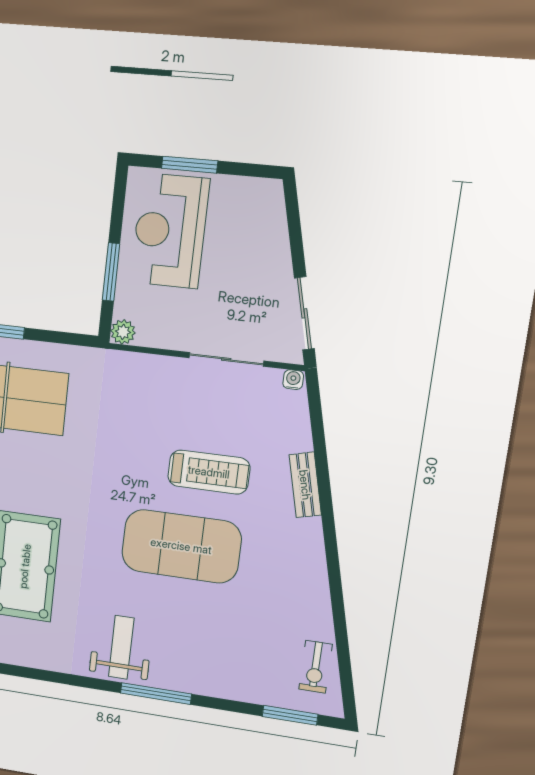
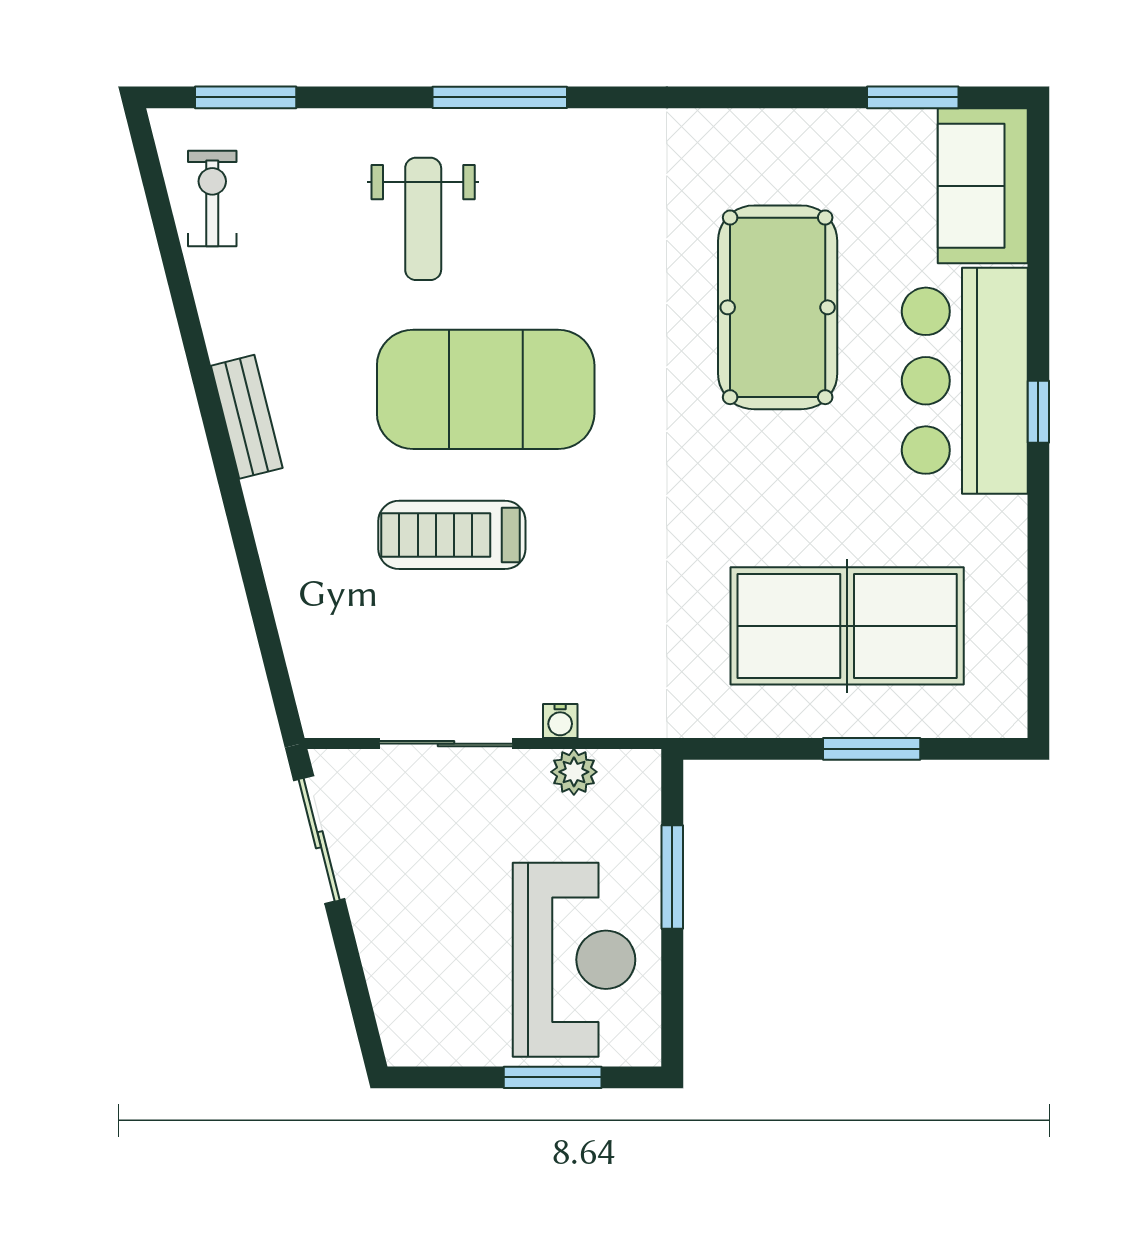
plant: (123, 332) -> (574, 772), moved
water cooler: (293, 380) -> (560, 721), moved
bench: (305, 485) -> (247, 417), moved
weight bench: (121, 647) -> (423, 219), moved

